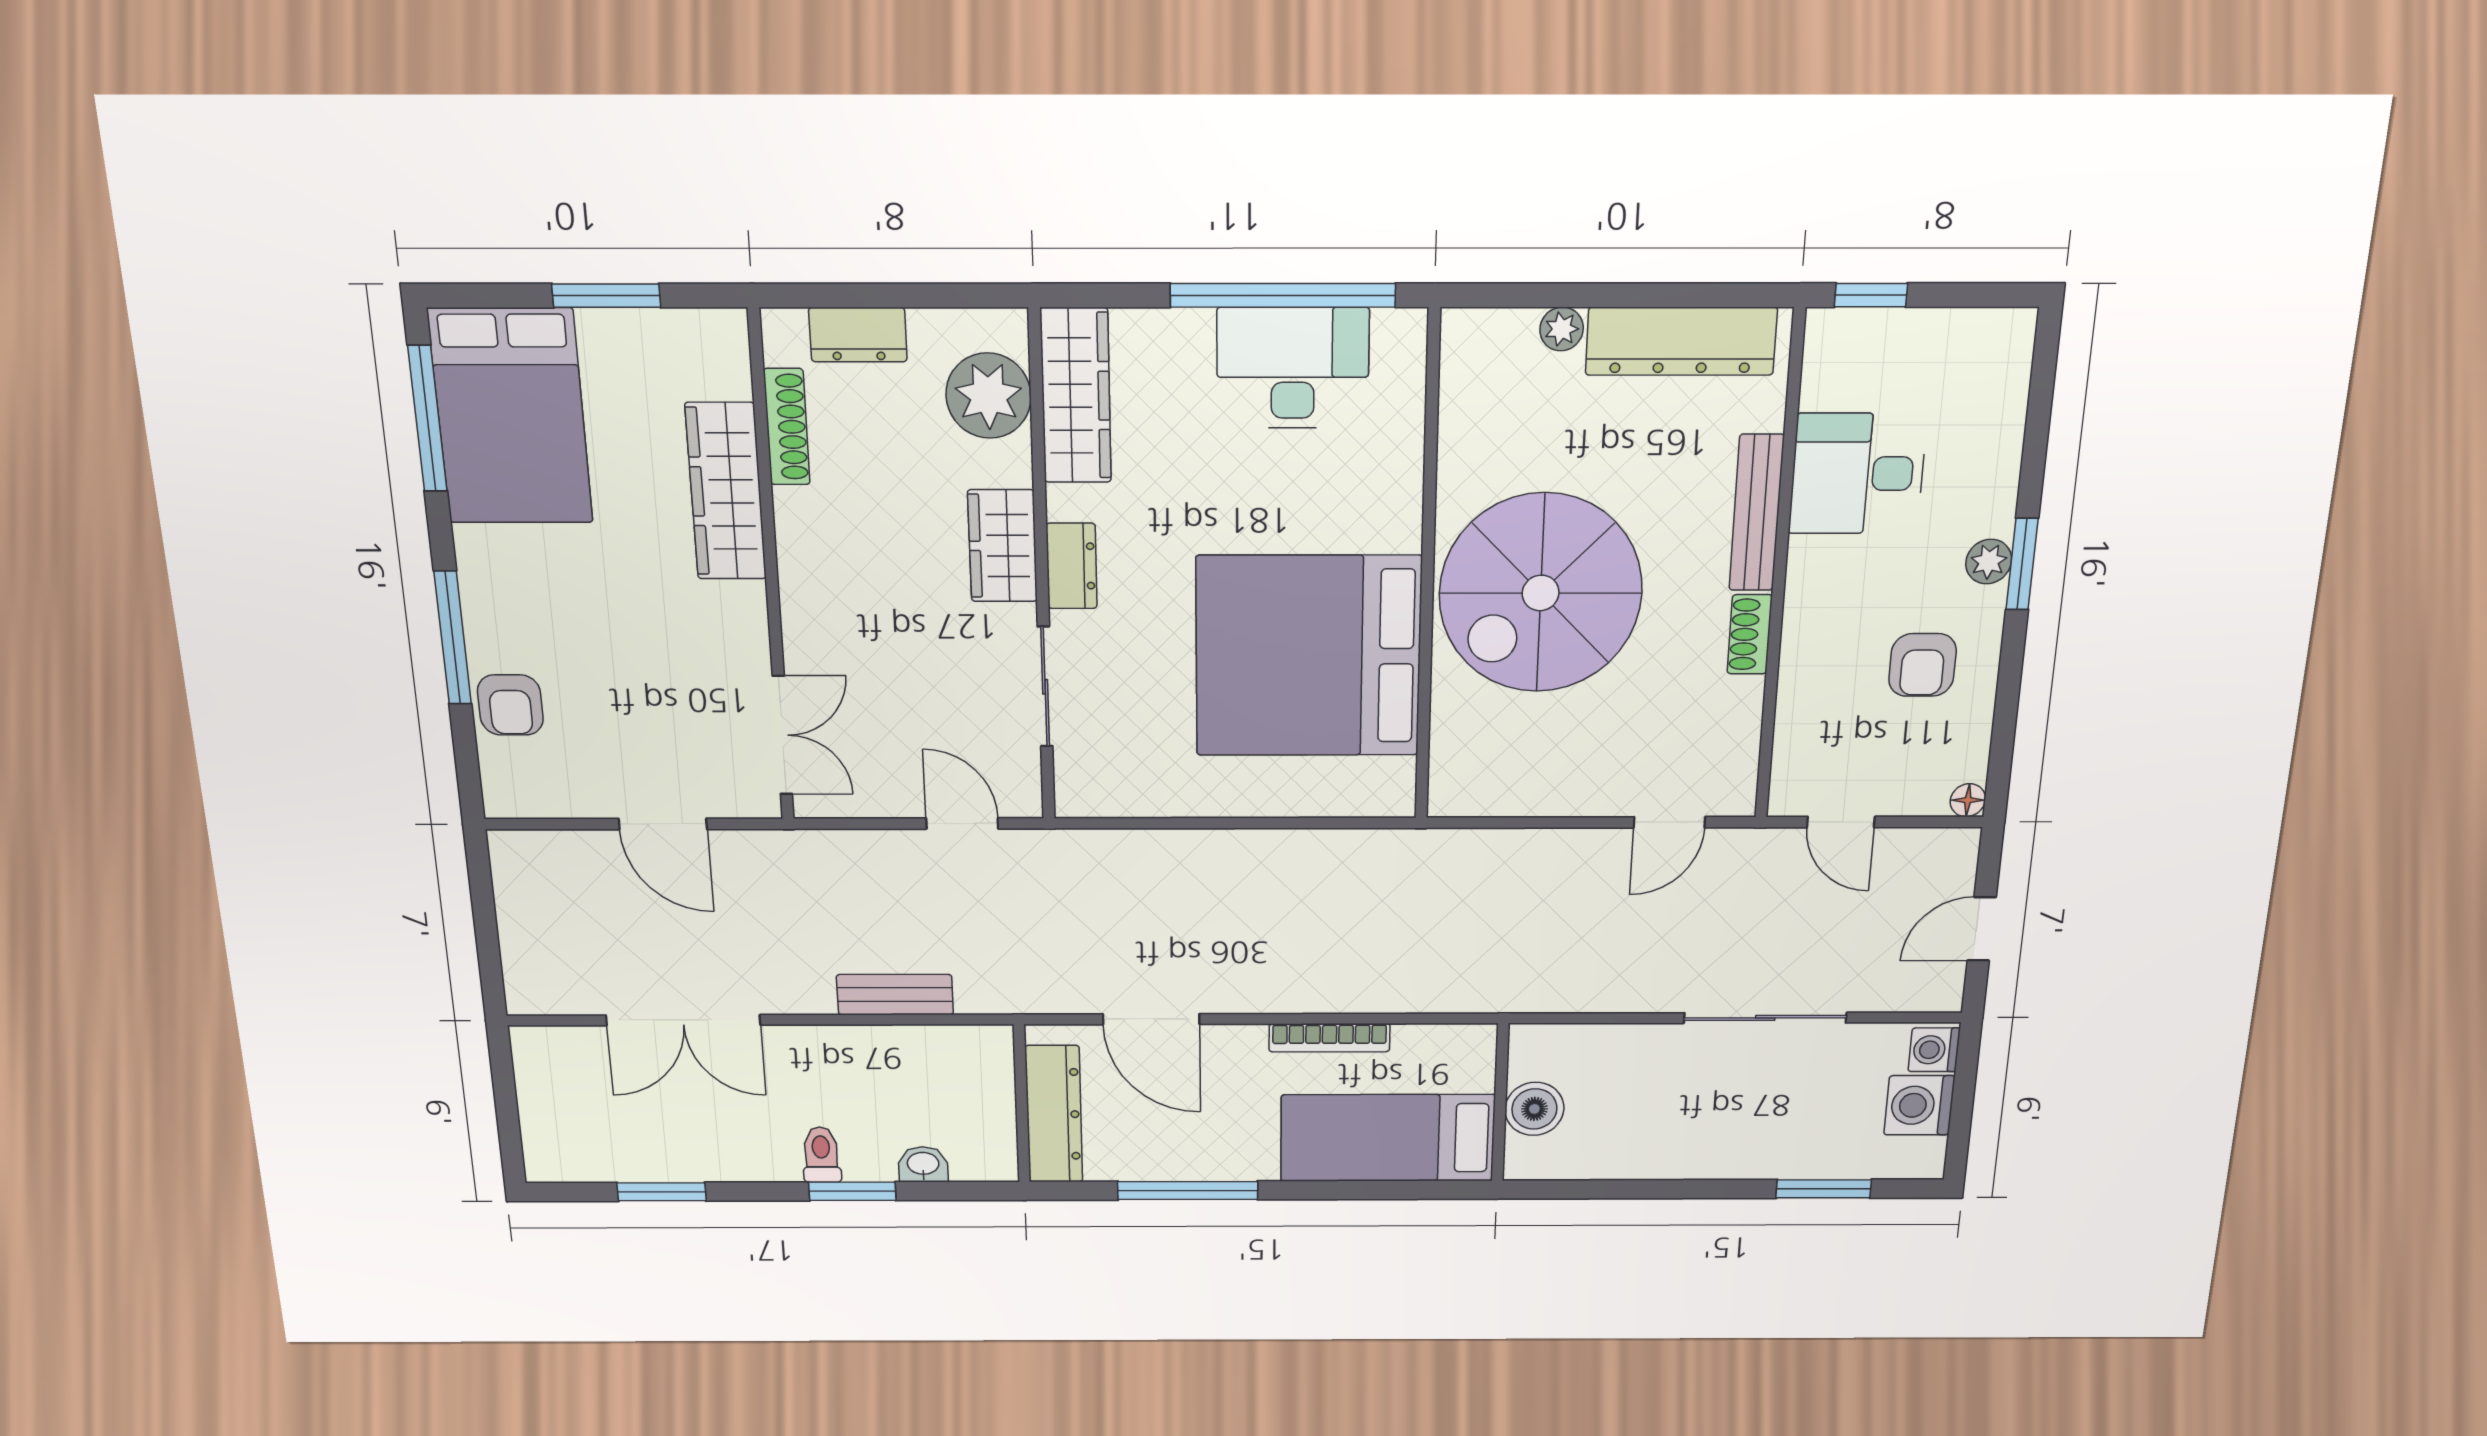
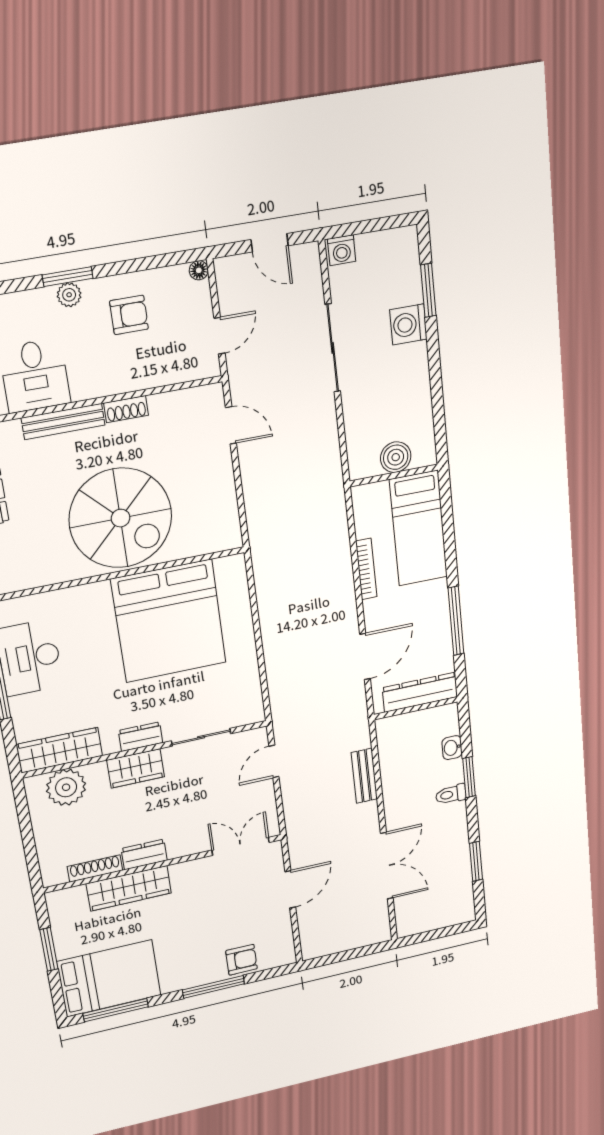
dresser: (858, 335) -> (144, 855), moved, turned -90
washing machine: (1919, 1105) -> (408, 324), moved, turned 90

